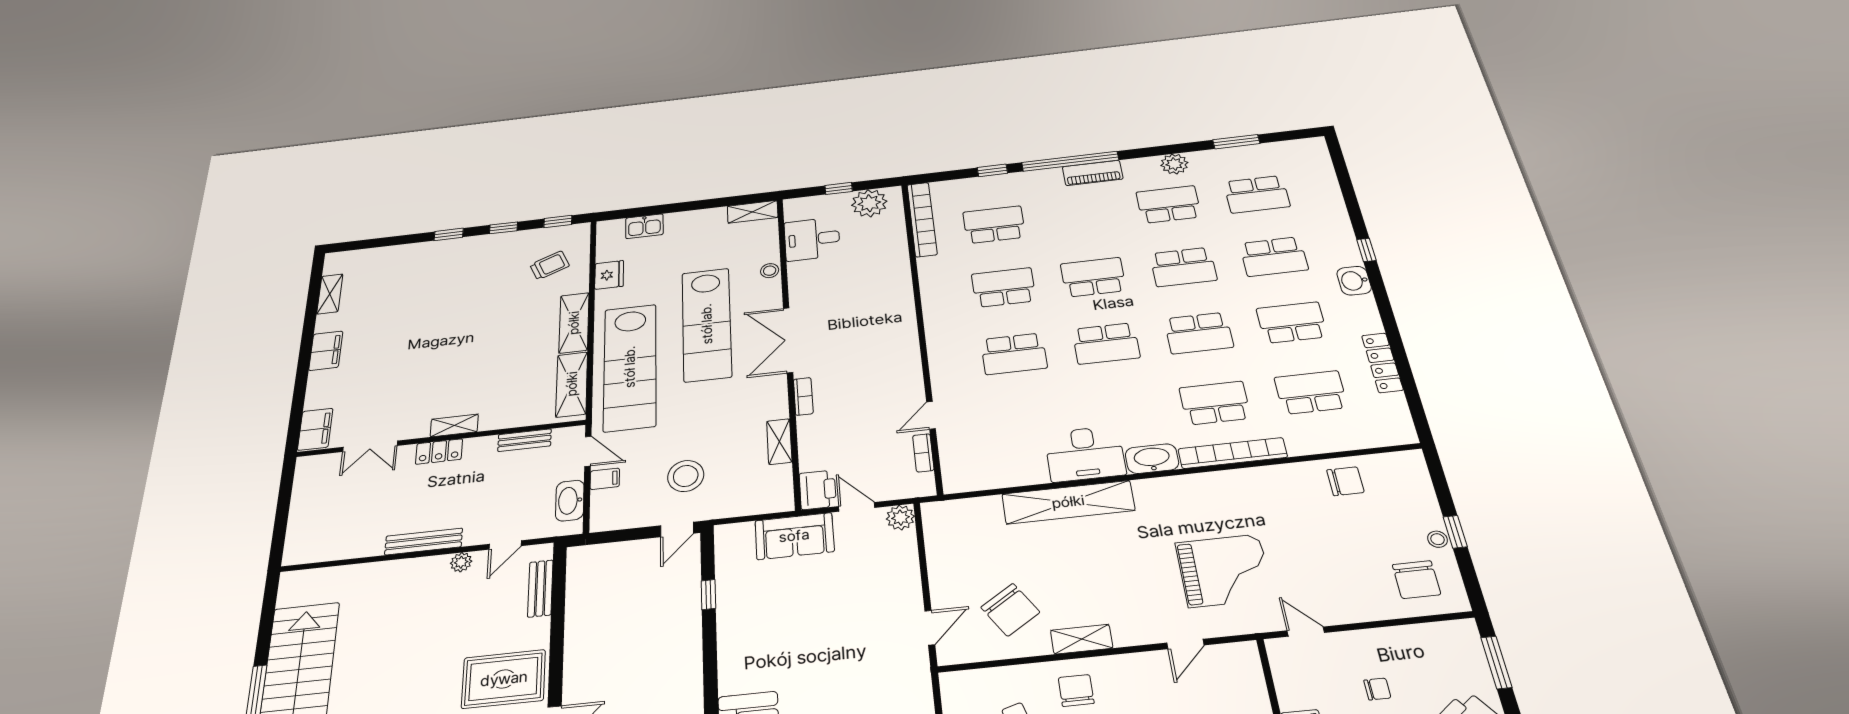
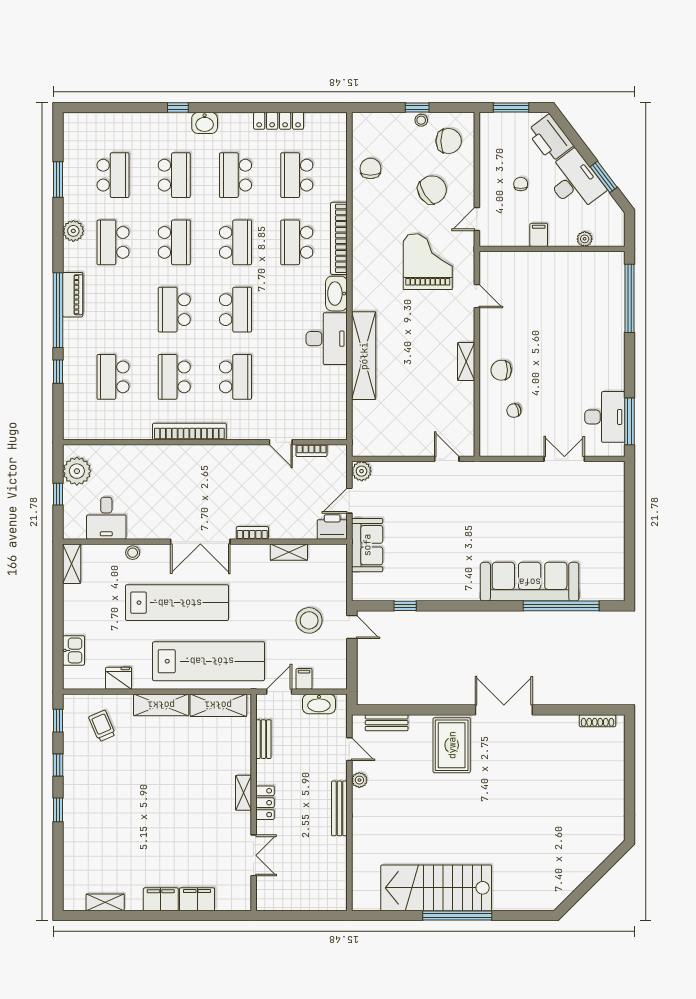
bookcase: (922, 219) -> (189, 431), moved
filing cabinet: (315, 429) -> (197, 899), moved
chair: (1010, 610) -> (432, 190), moved

